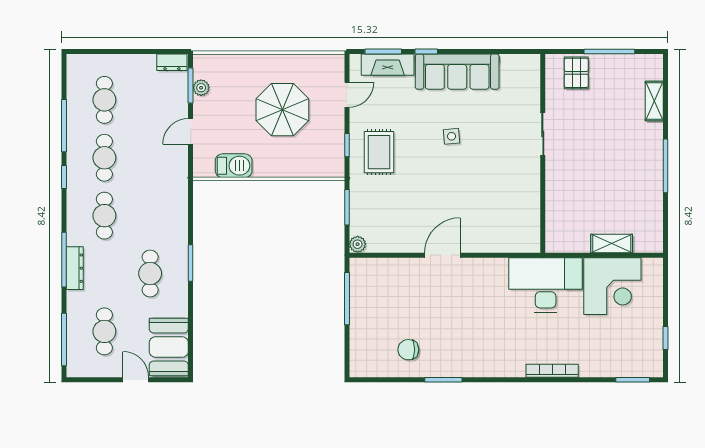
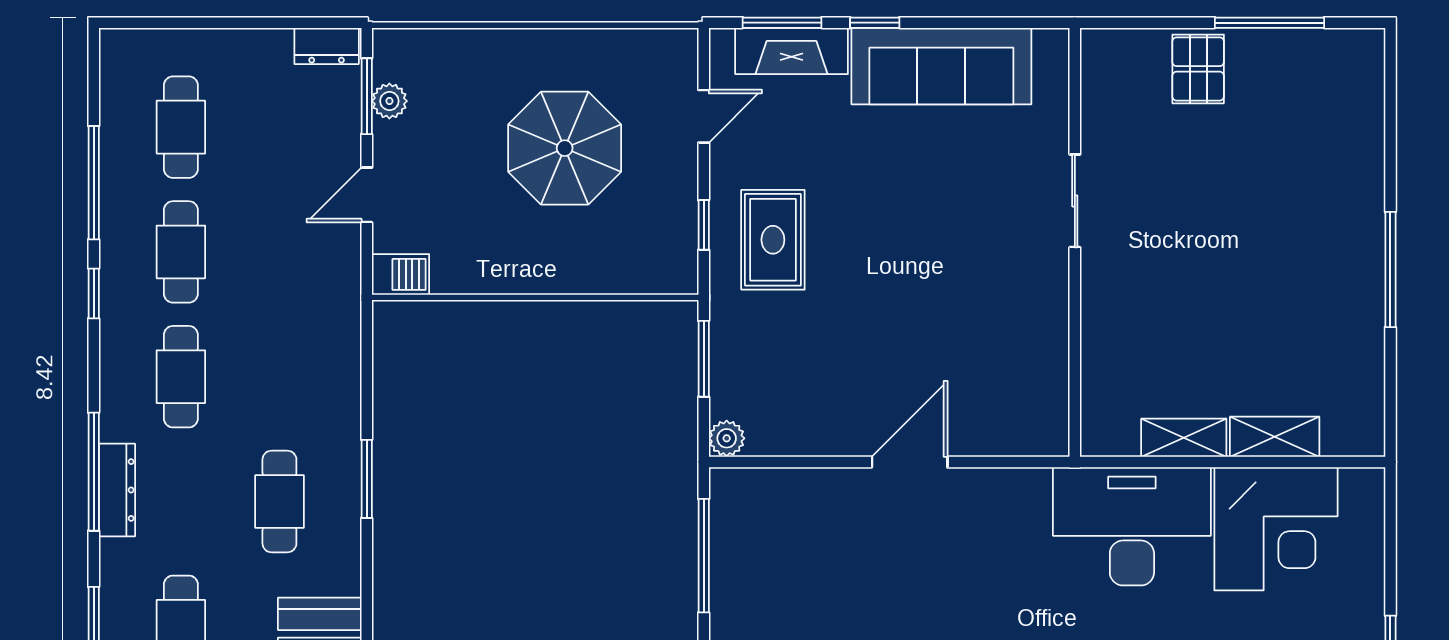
shelving: (654, 101) -> (1184, 438), moved, turned 90
sliding door: (543, 134) -> (1075, 201), moved
side table: (452, 136) -> (929, 206), removed
wall: (543, 153) -> (1075, 242), moved
barbecue: (234, 166) -> (400, 274), moved, width x0.73, depth x0.79

